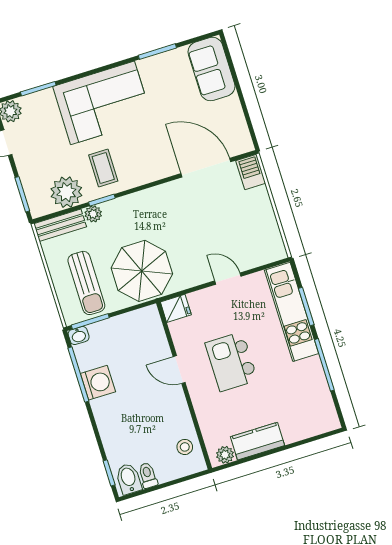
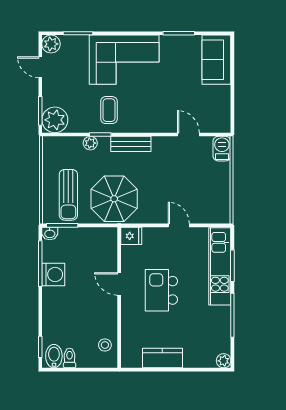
door: (206, 168) -> (188, 134), width x0.53
plant: (66, 192) -> (55, 120), moved
bench: (60, 225) -> (131, 144), moved
plant: (225, 455) -> (224, 361), moved

